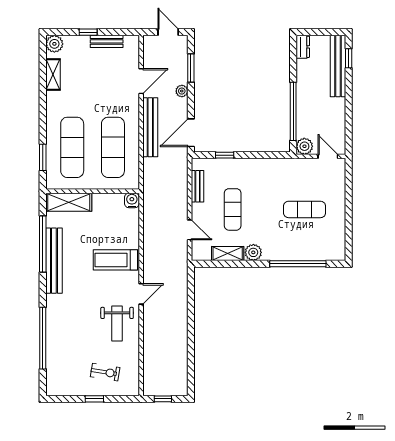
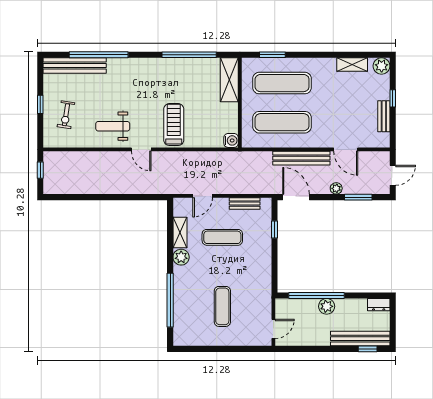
plant: (304, 146) -> (327, 306), moved
bench: (54, 261) -> (75, 66), moved

